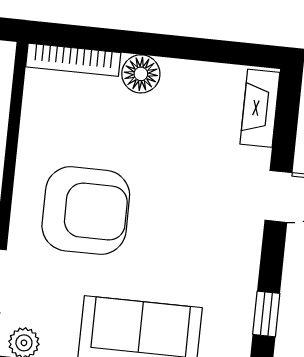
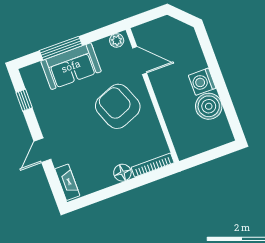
armchair: (86, 211) -> (118, 106), turned 68

